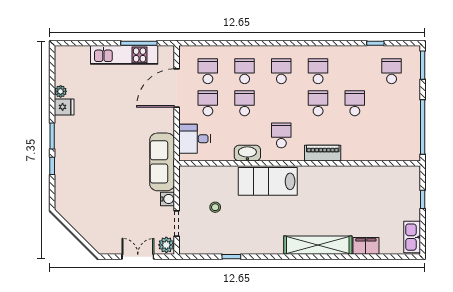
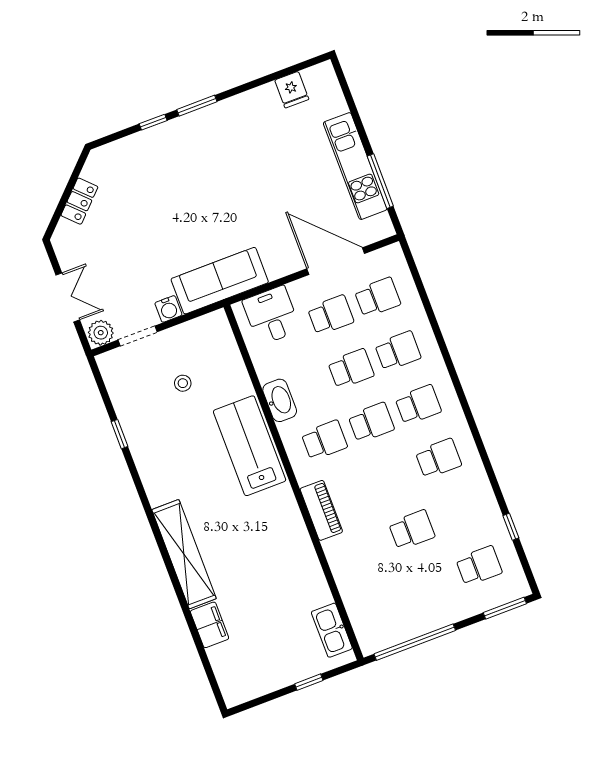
plant: (61, 91) -> (267, 93), removed
school desk: (318, 103) -> (371, 422), moved
fridge: (64, 107) -> (292, 90), moved
locker: (83, 228) -> (79, 201), added
kitchen sink: (412, 237) -> (332, 630), moved, turned -90

